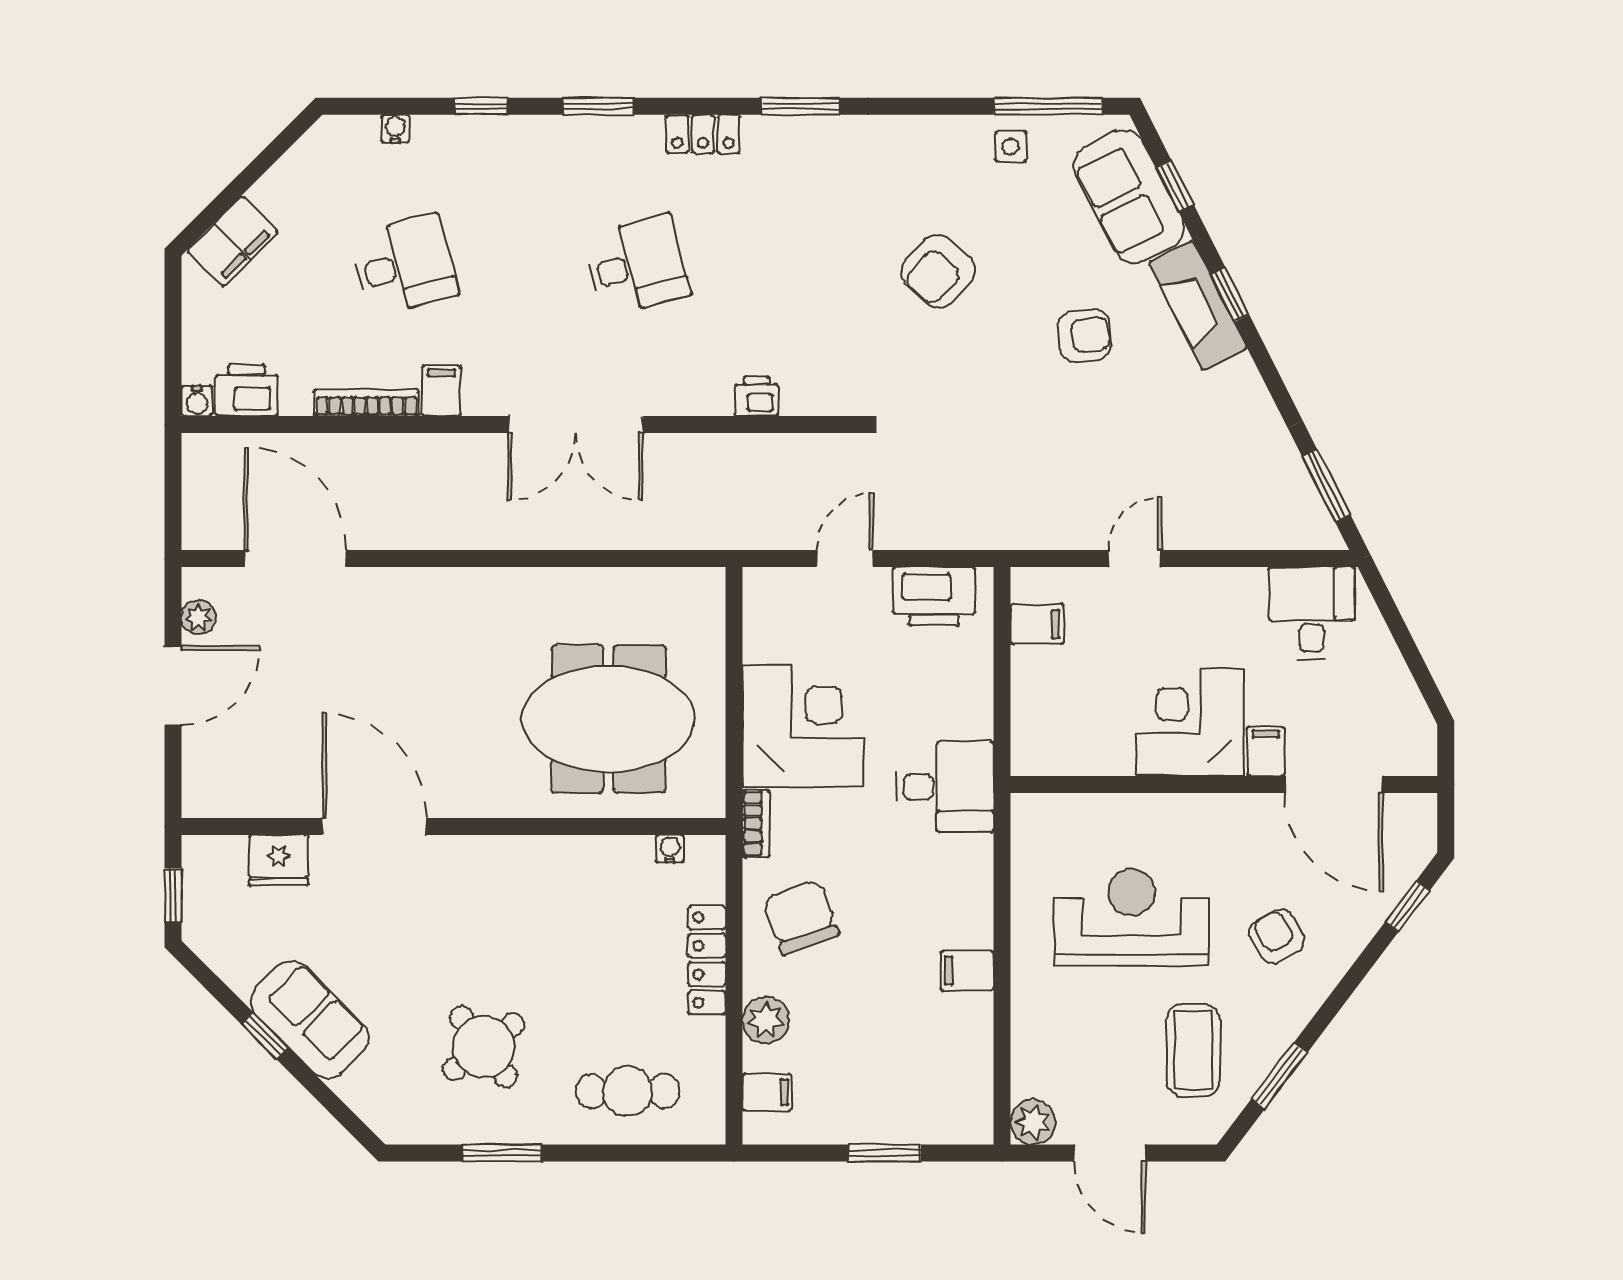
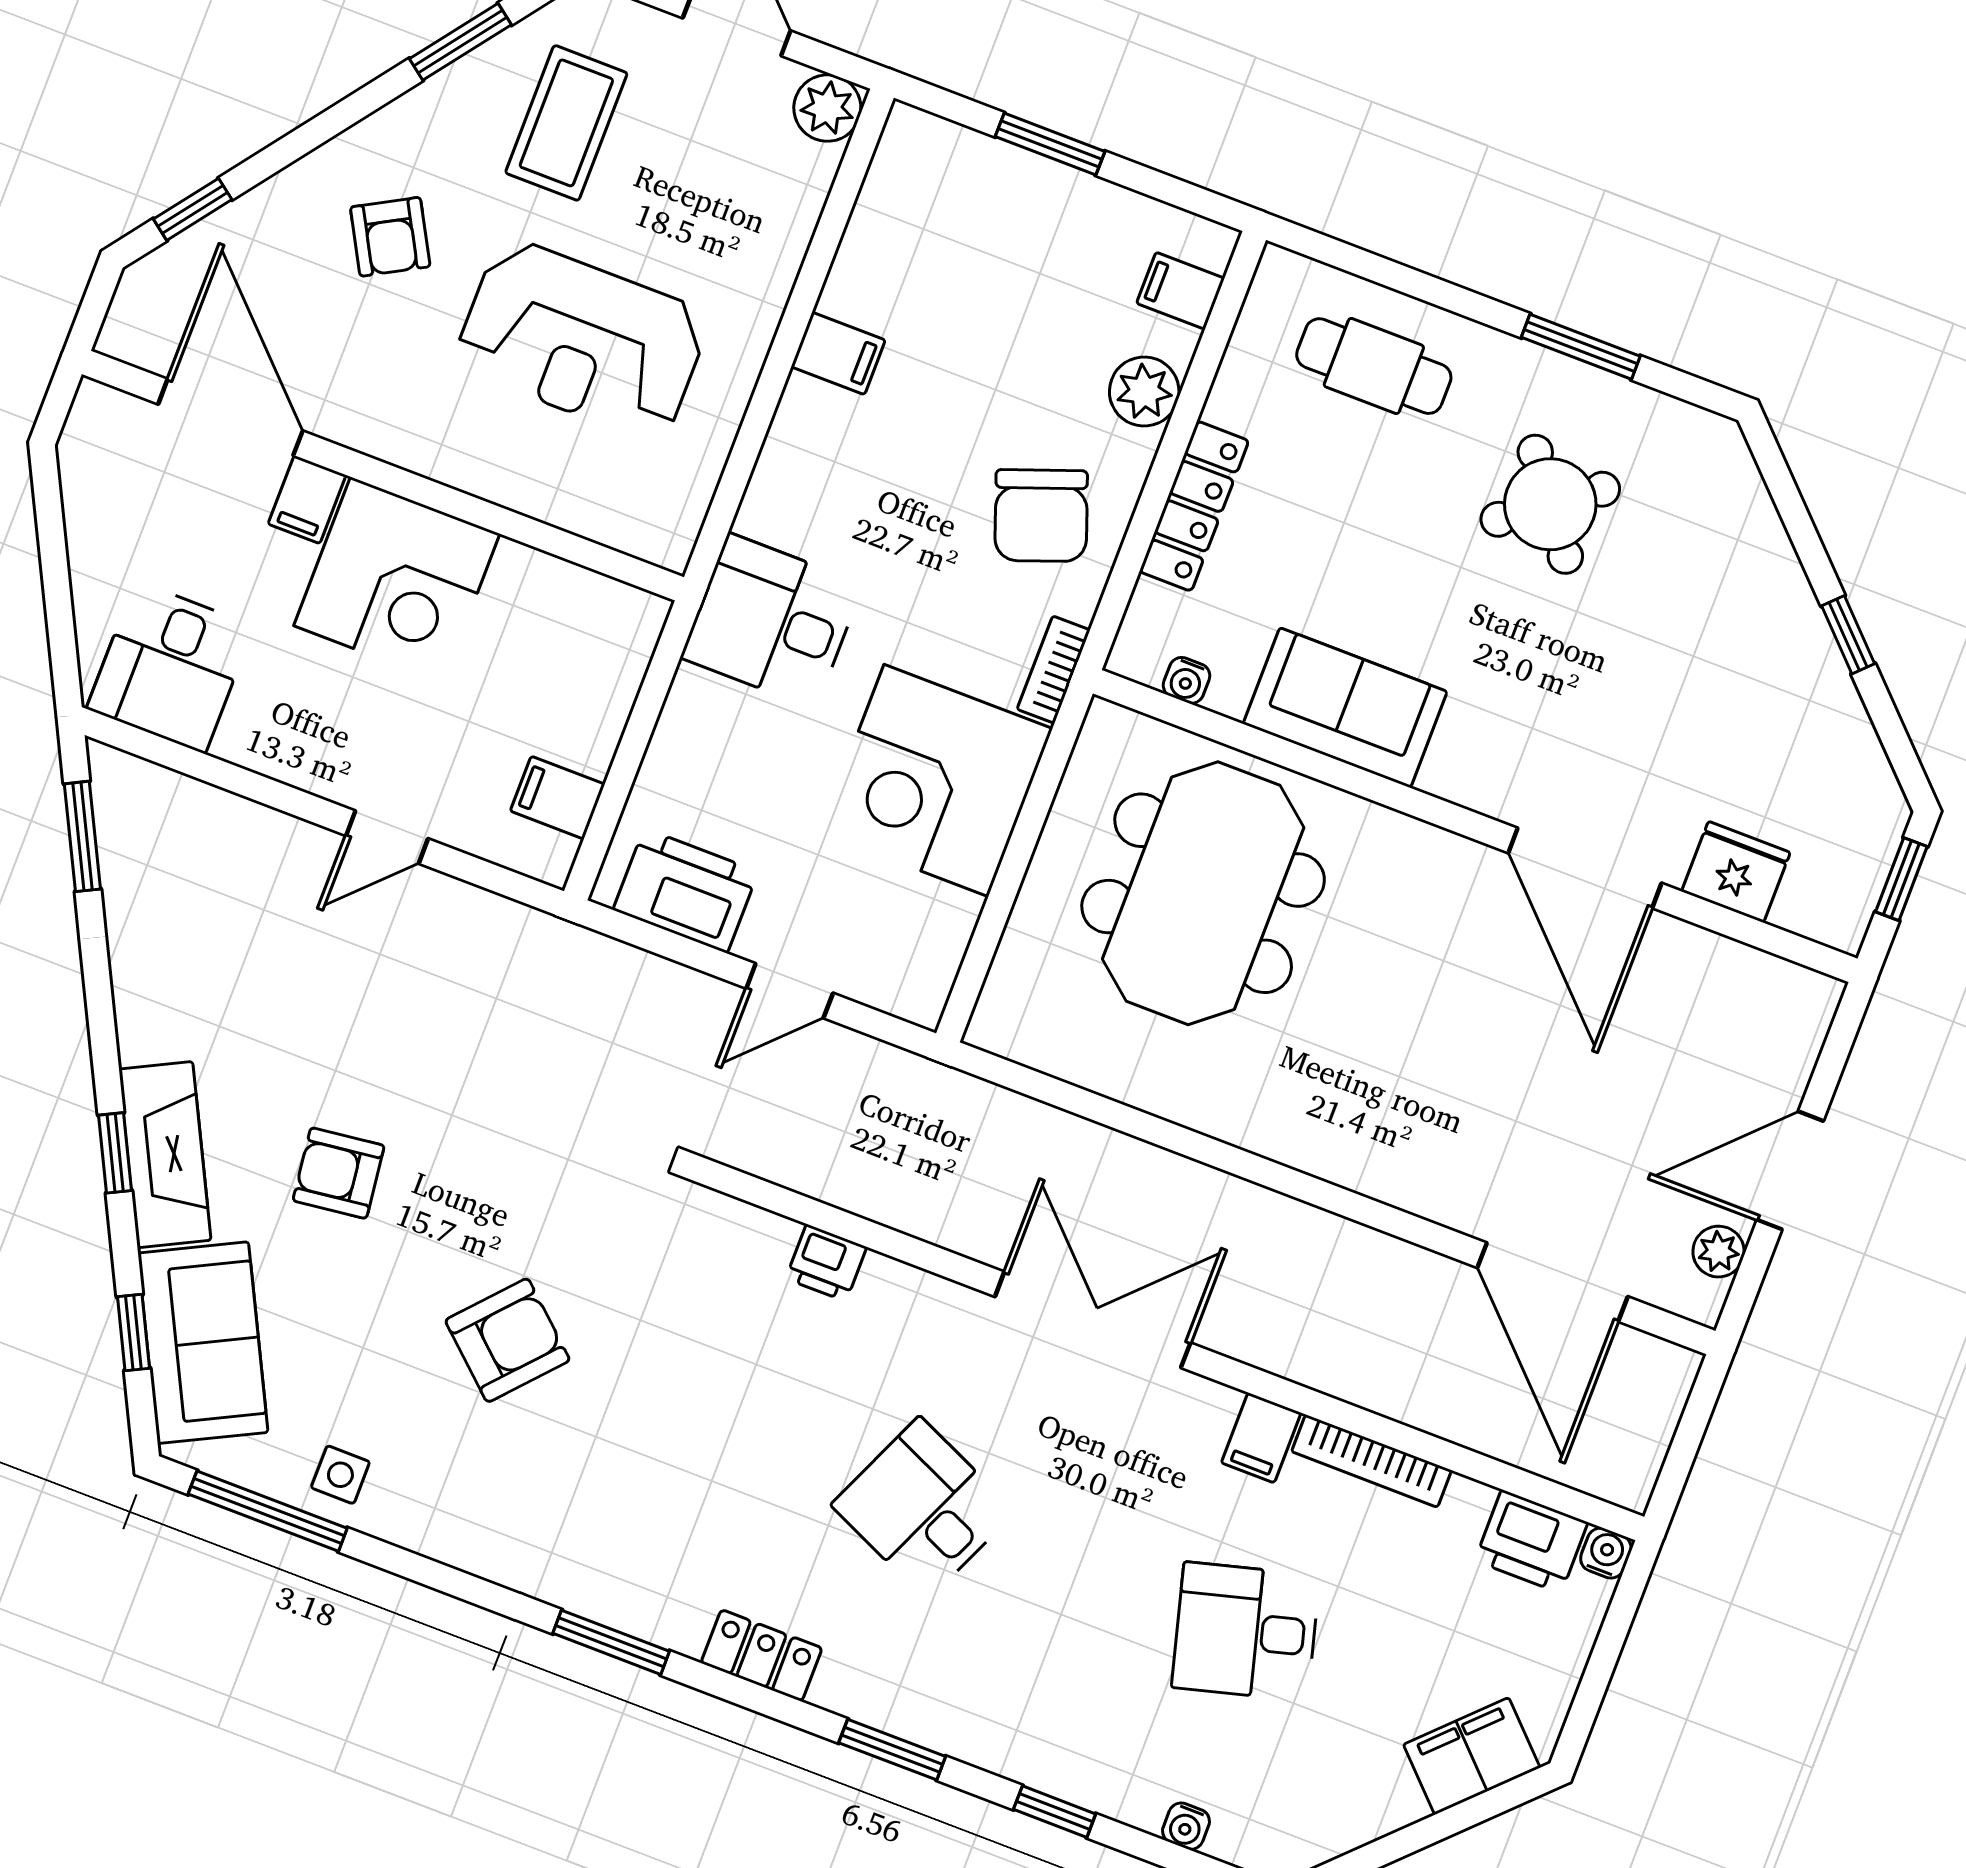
desk: (637, 265) -> (923, 1508), turned 39
meeting table: (608, 719) -> (1203, 893), turned 90
sofa: (310, 1019) -> (1345, 708), moved, turned 135

